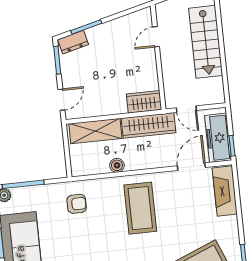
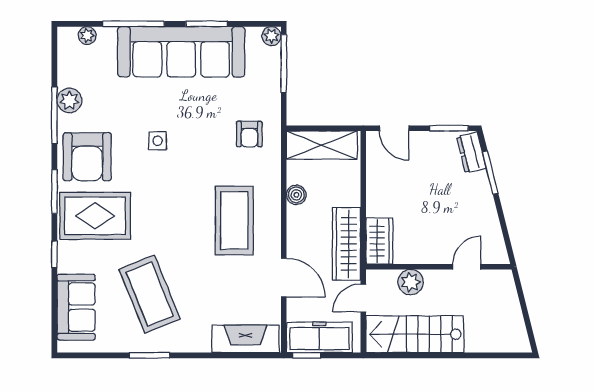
door: (156, 37) -> (467, 267), hinge flipped
stairs: (206, 42) -> (415, 334), moved
plant: (171, 76) -> (411, 282), added
shelving: (95, 131) -> (322, 145), moved, turned 90
door: (191, 167) -> (284, 278), moved
coffee table: (140, 208) -> (234, 221), turned 90

